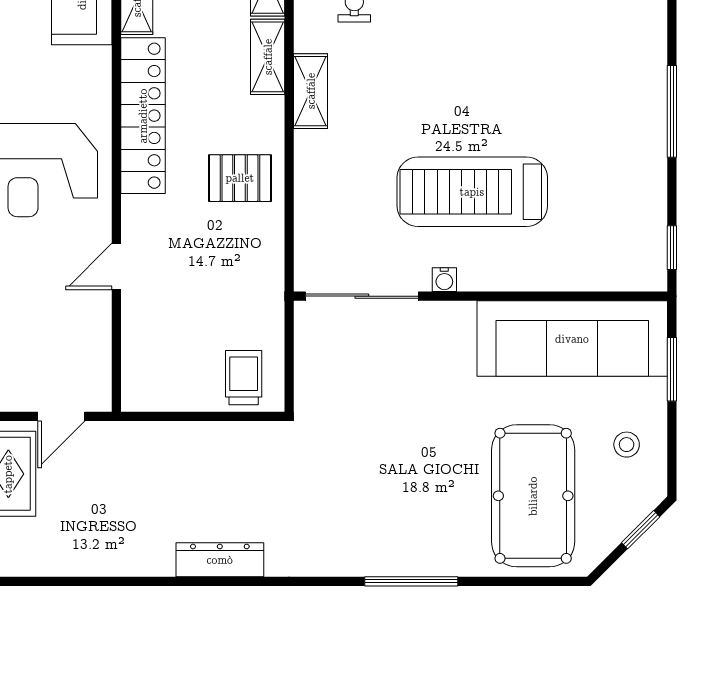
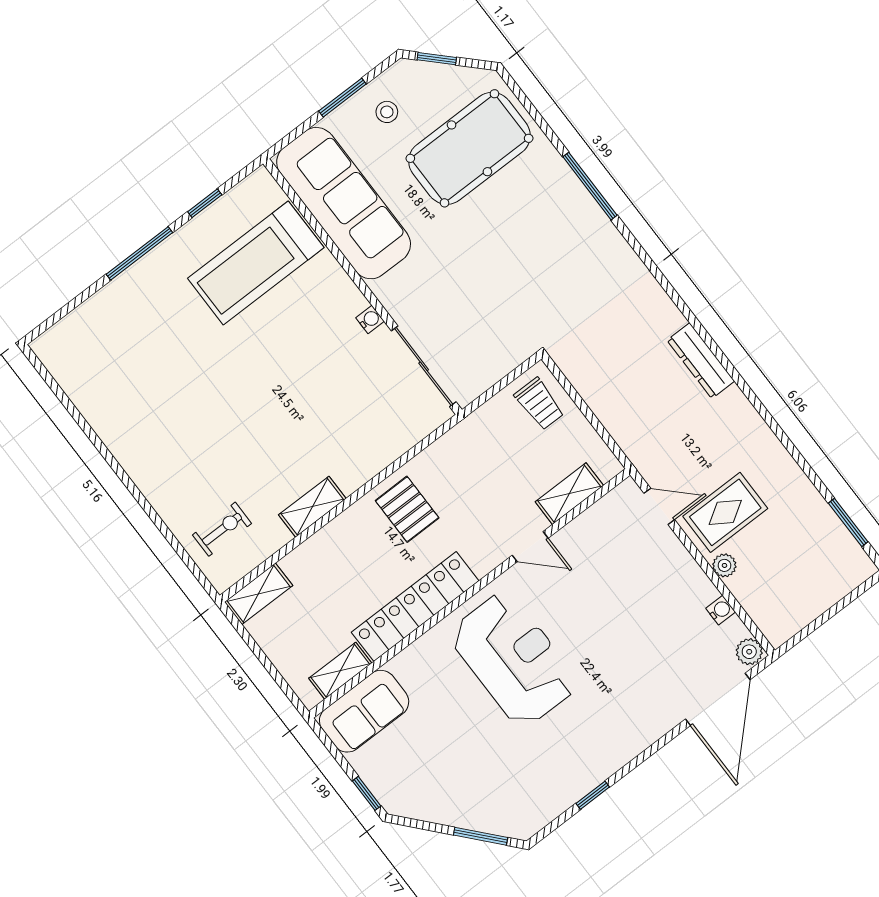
shelving: (268, 57) -> (569, 494), moved
treadmill: (472, 192) -> (256, 263), moved, turned 90
window: (672, 248) -> (205, 203), moved
window: (672, 369) -> (342, 98), moved
trolley: (244, 378) -> (539, 404), turned -90
dresser: (220, 560) -> (701, 361), moved

